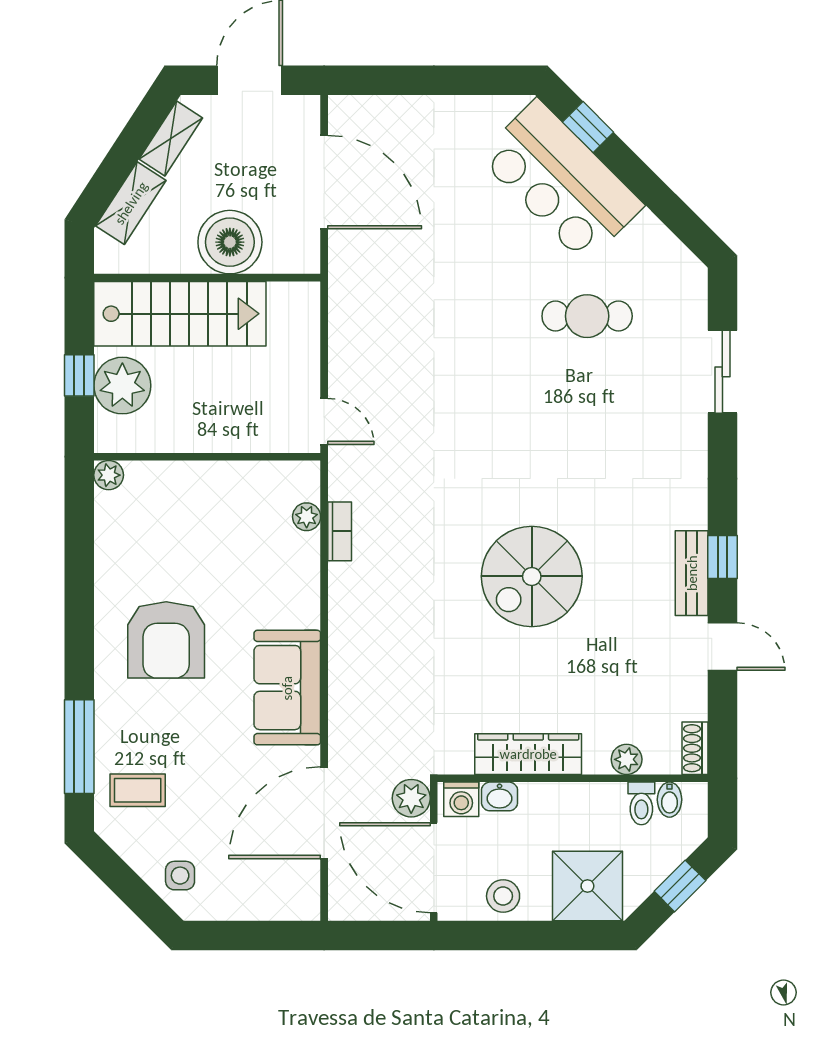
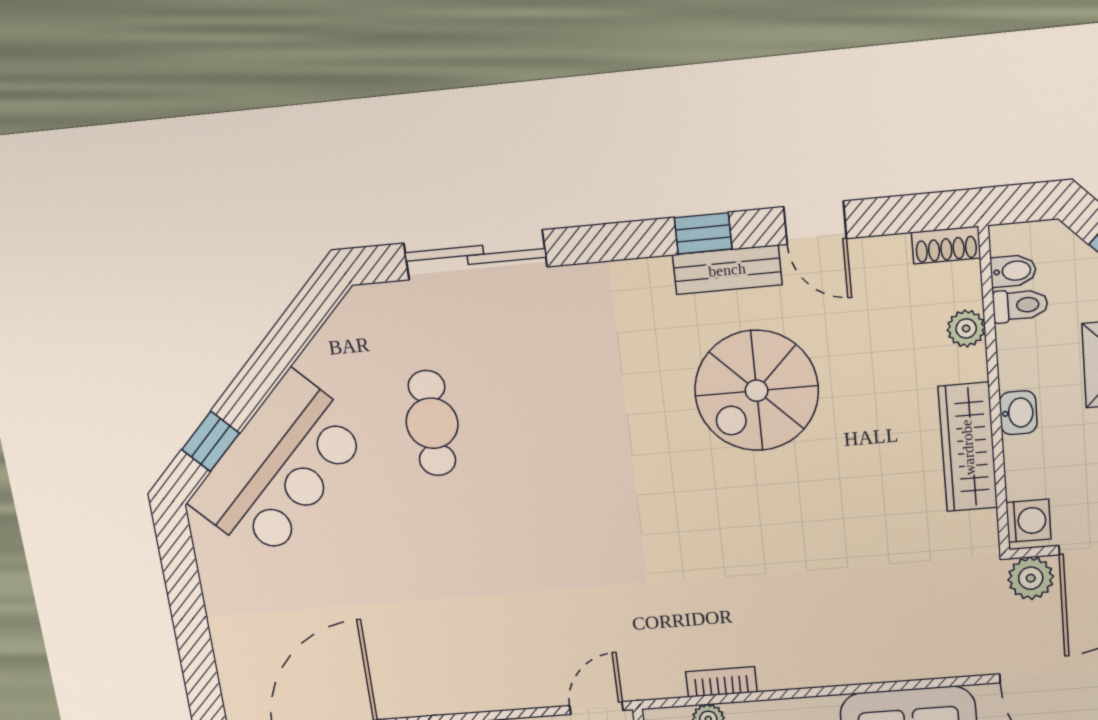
sliding door: (722, 372) -> (475, 255), width x1.37
spiral stairs: (532, 576) -> (757, 391), moved, turned 90
door: (722, 647) -> (815, 223), swing flipped
washbasin: (500, 796) -> (1018, 413), moved

